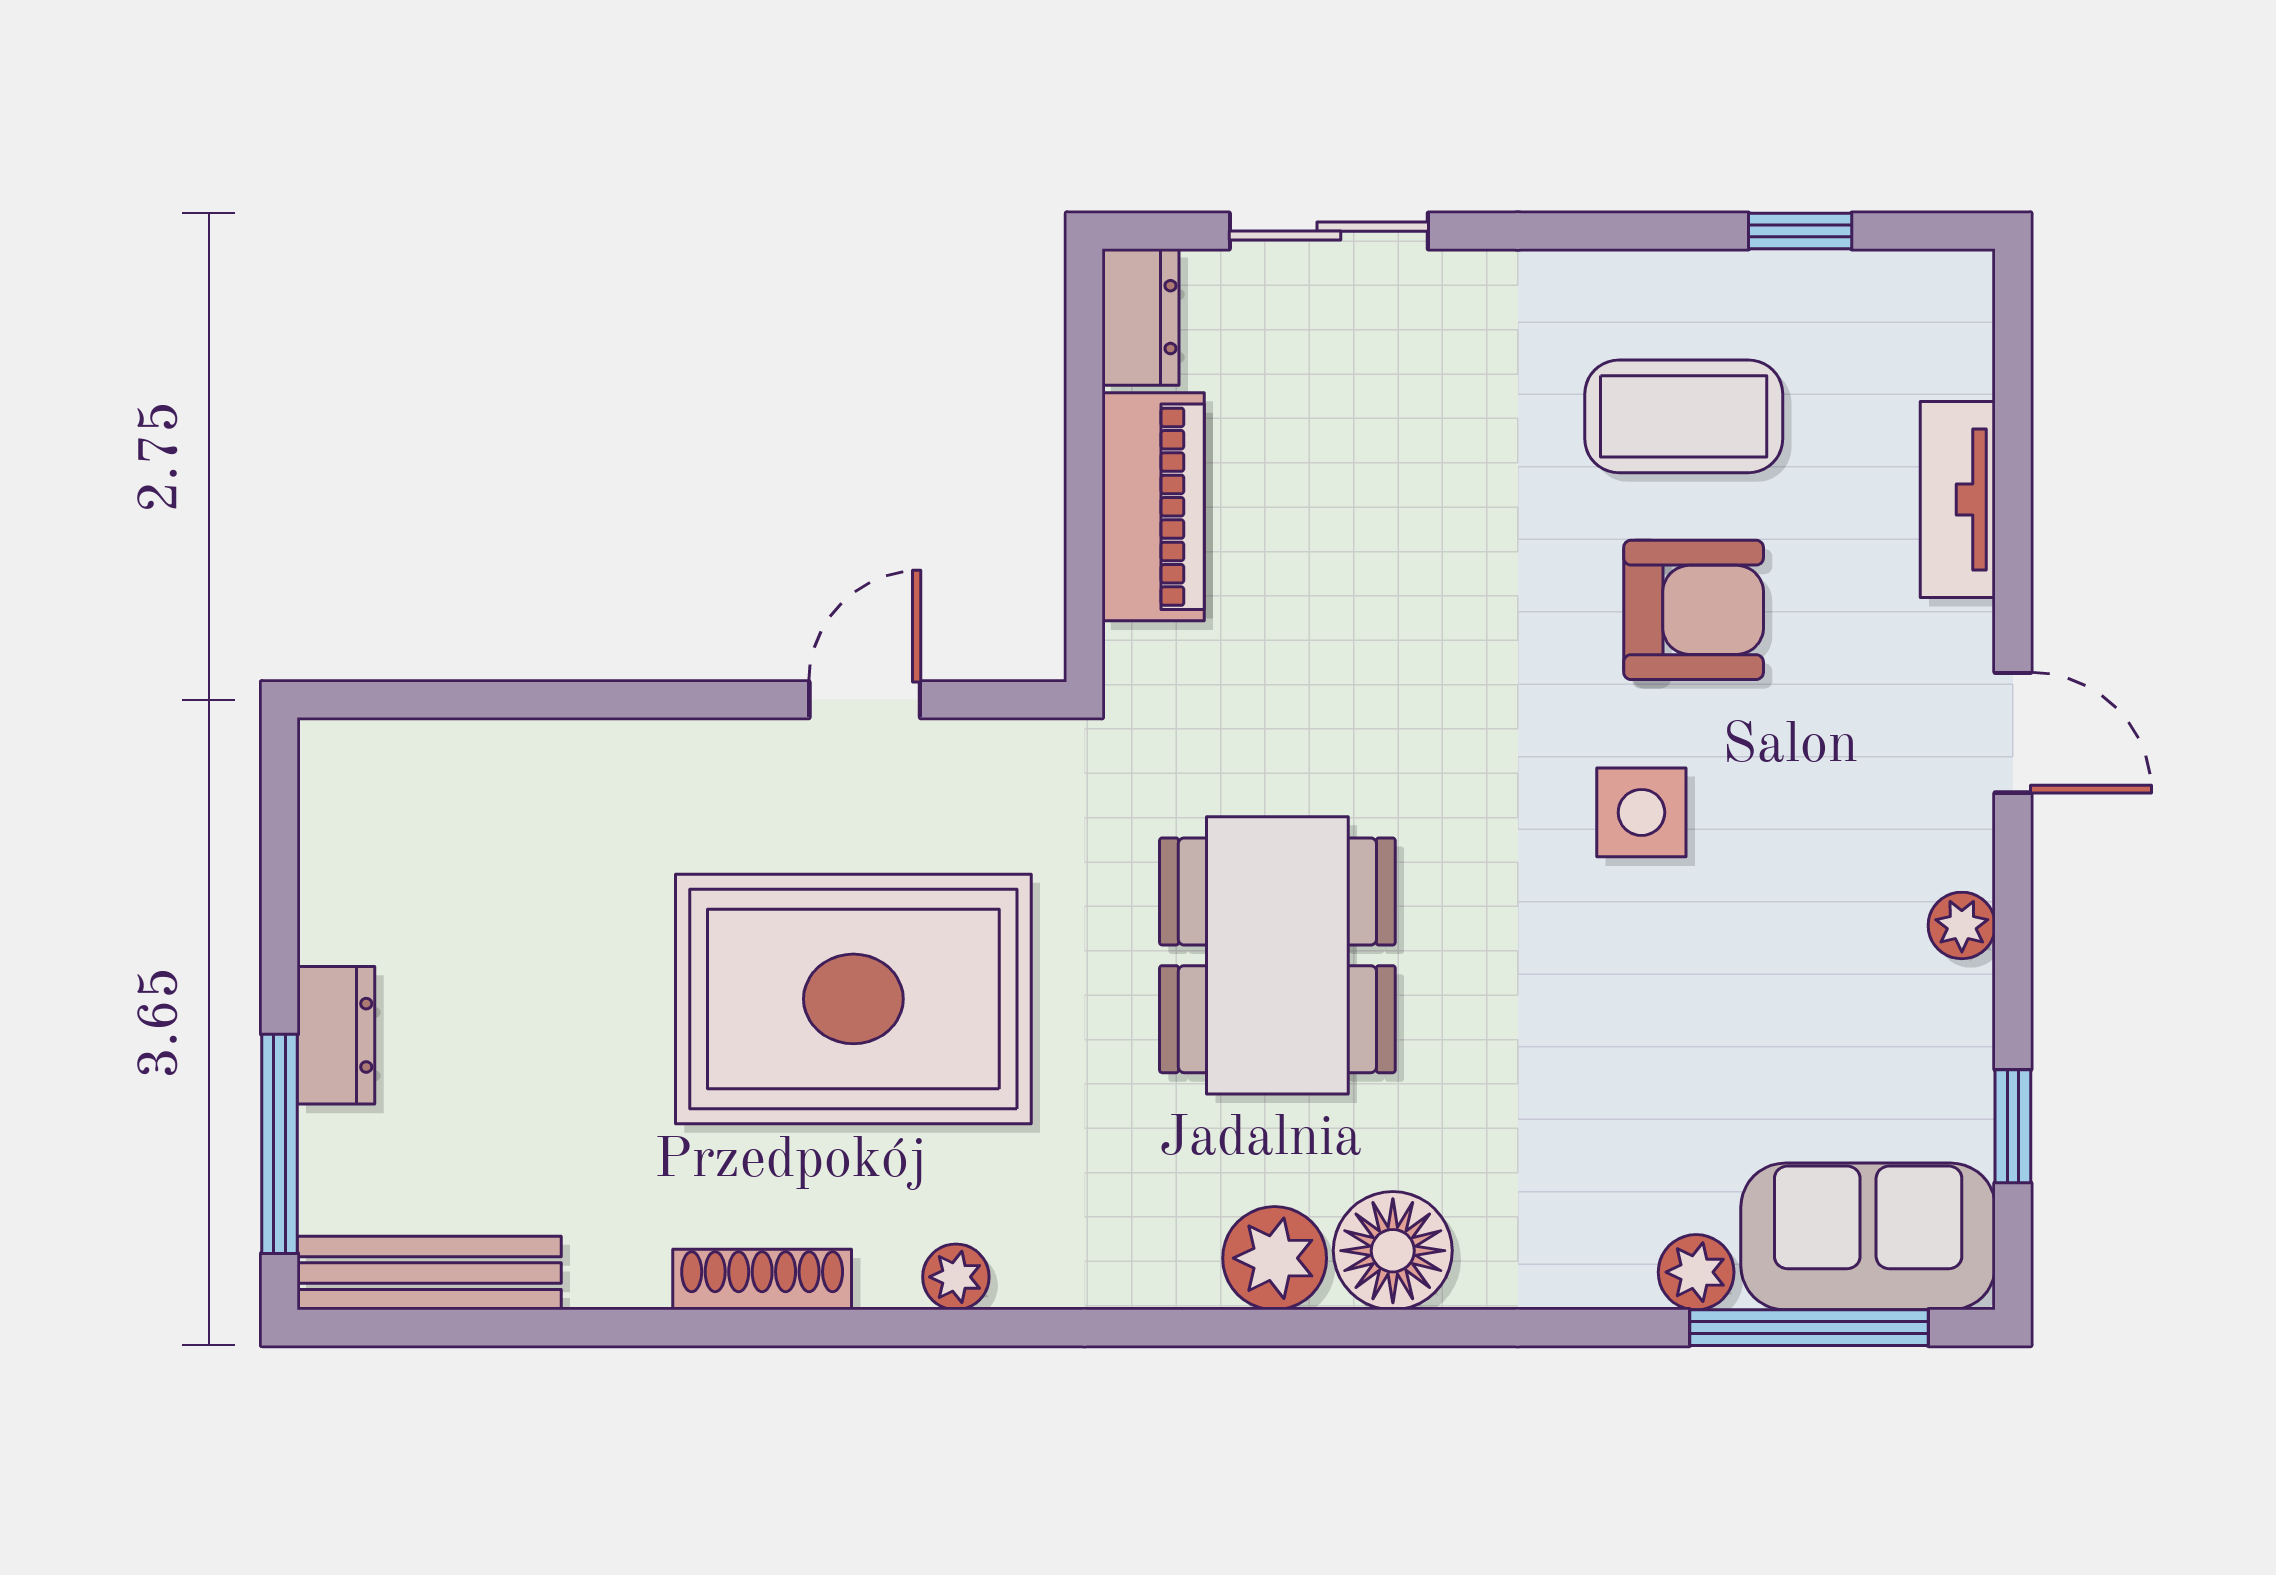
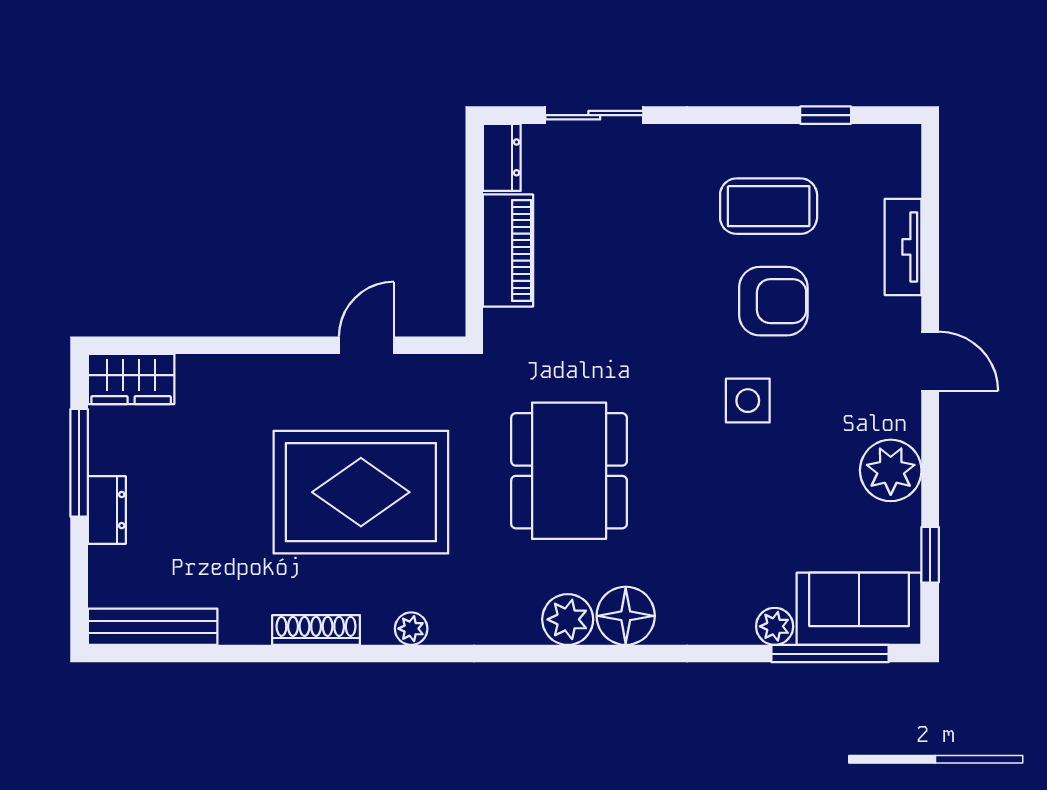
wardrobe: (385, 769) -> (131, 379), added
plant: (1962, 925) -> (891, 470), width x1.87, depth x1.87
window: (280, 1144) -> (79, 463), moved

